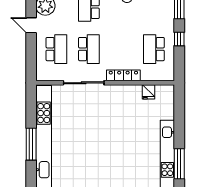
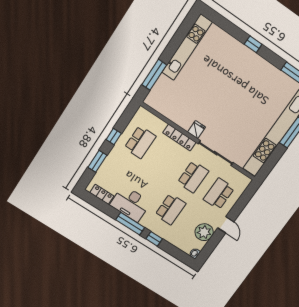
school desk: (89, 49) -> (193, 177), turned 180
fridge: (148, 92) -> (196, 130), moved
window: (179, 164) -> (154, 75), moved

